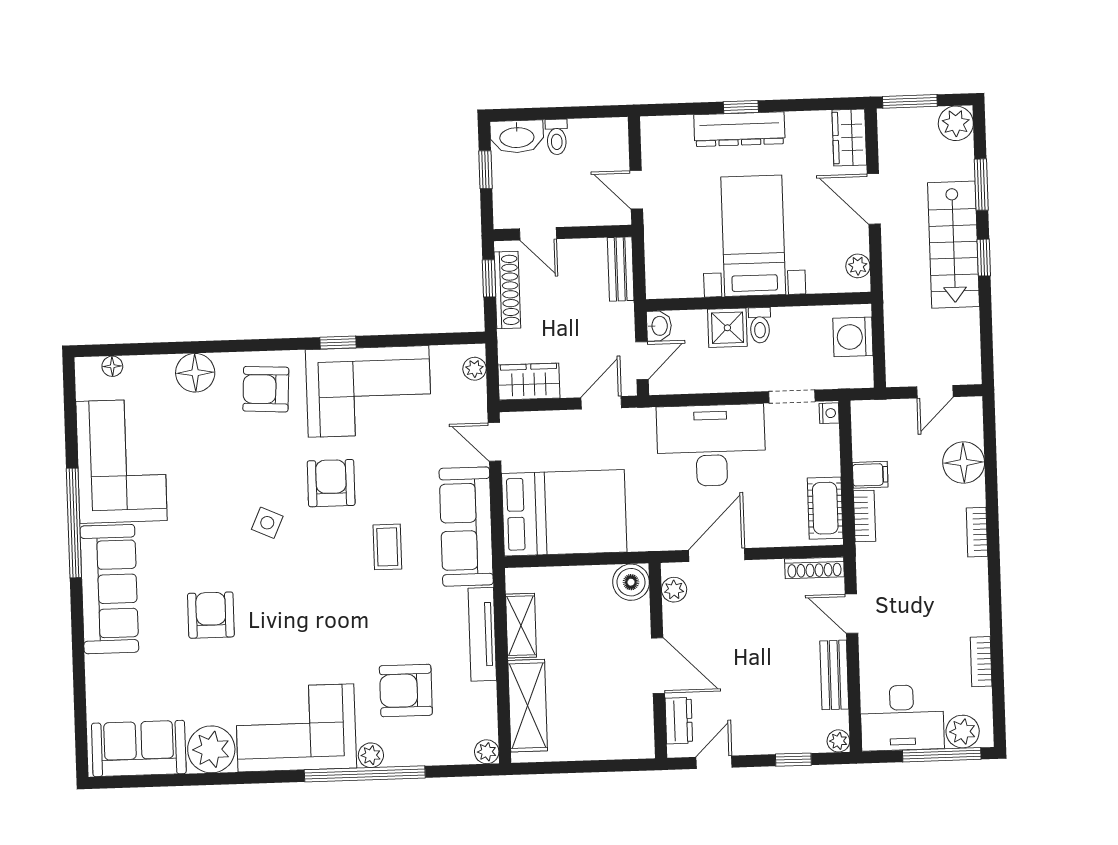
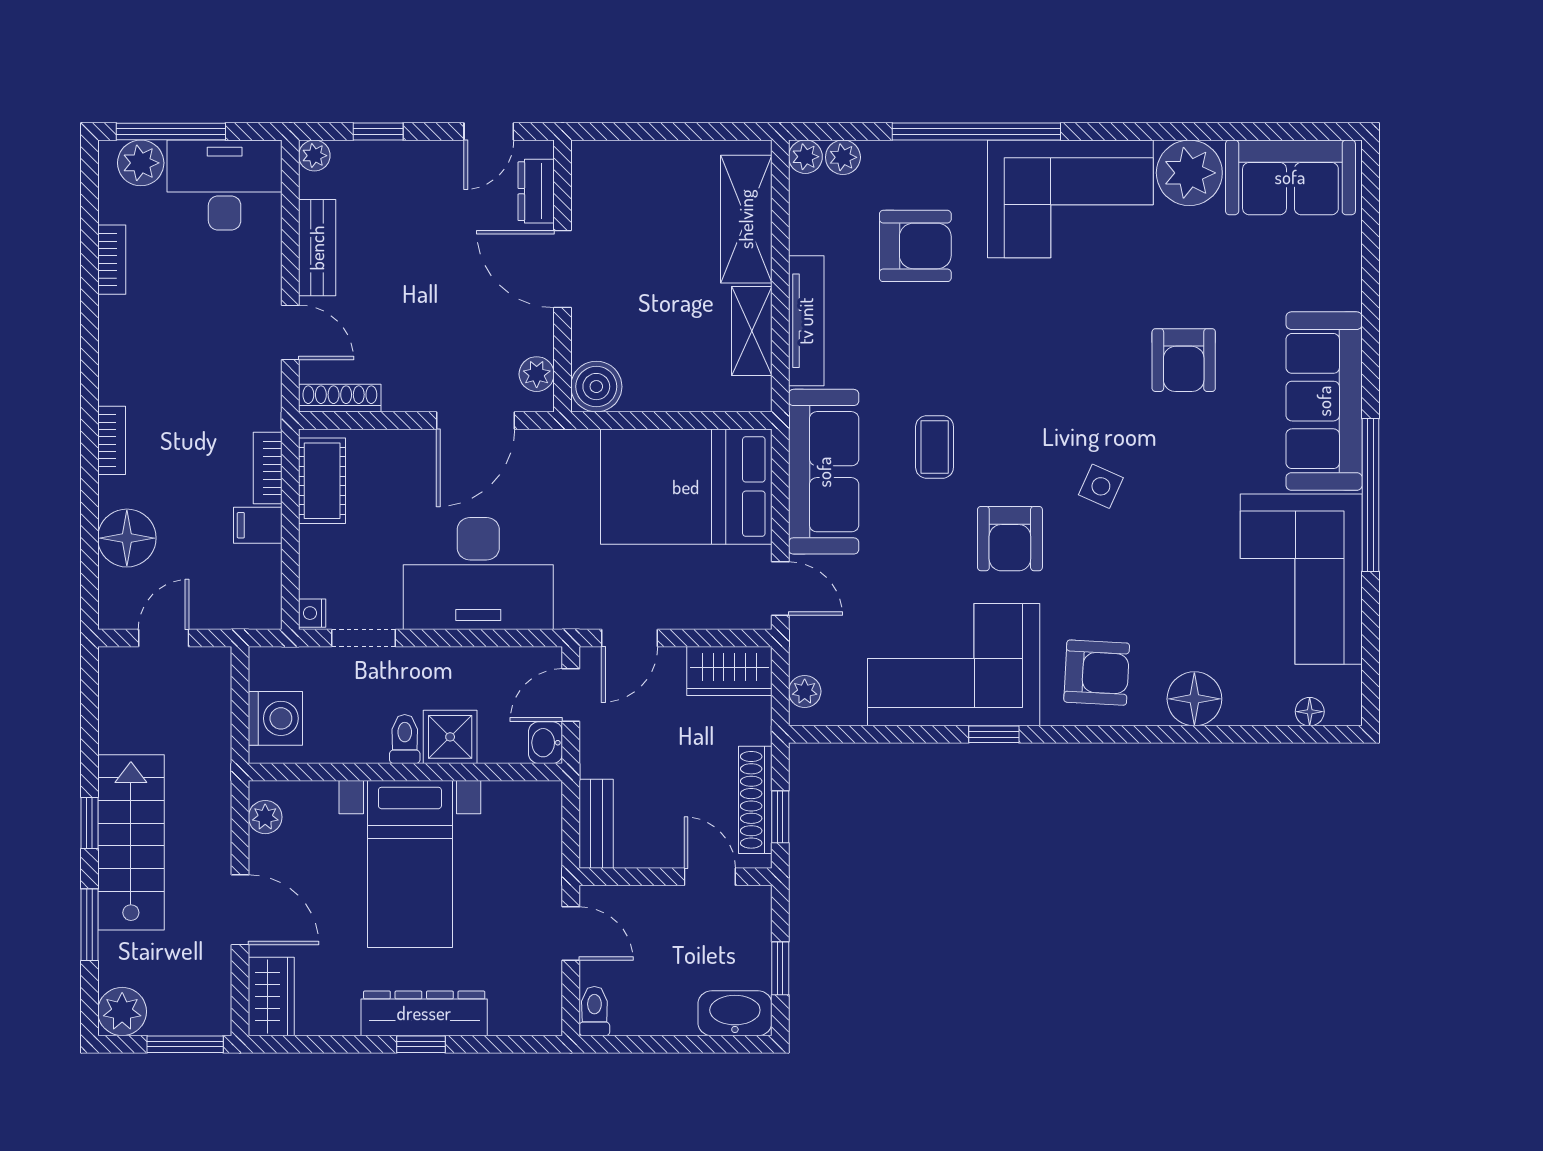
toilet: (557, 137) -> (594, 1011), moved
plant: (371, 755) -> (843, 157), moved

